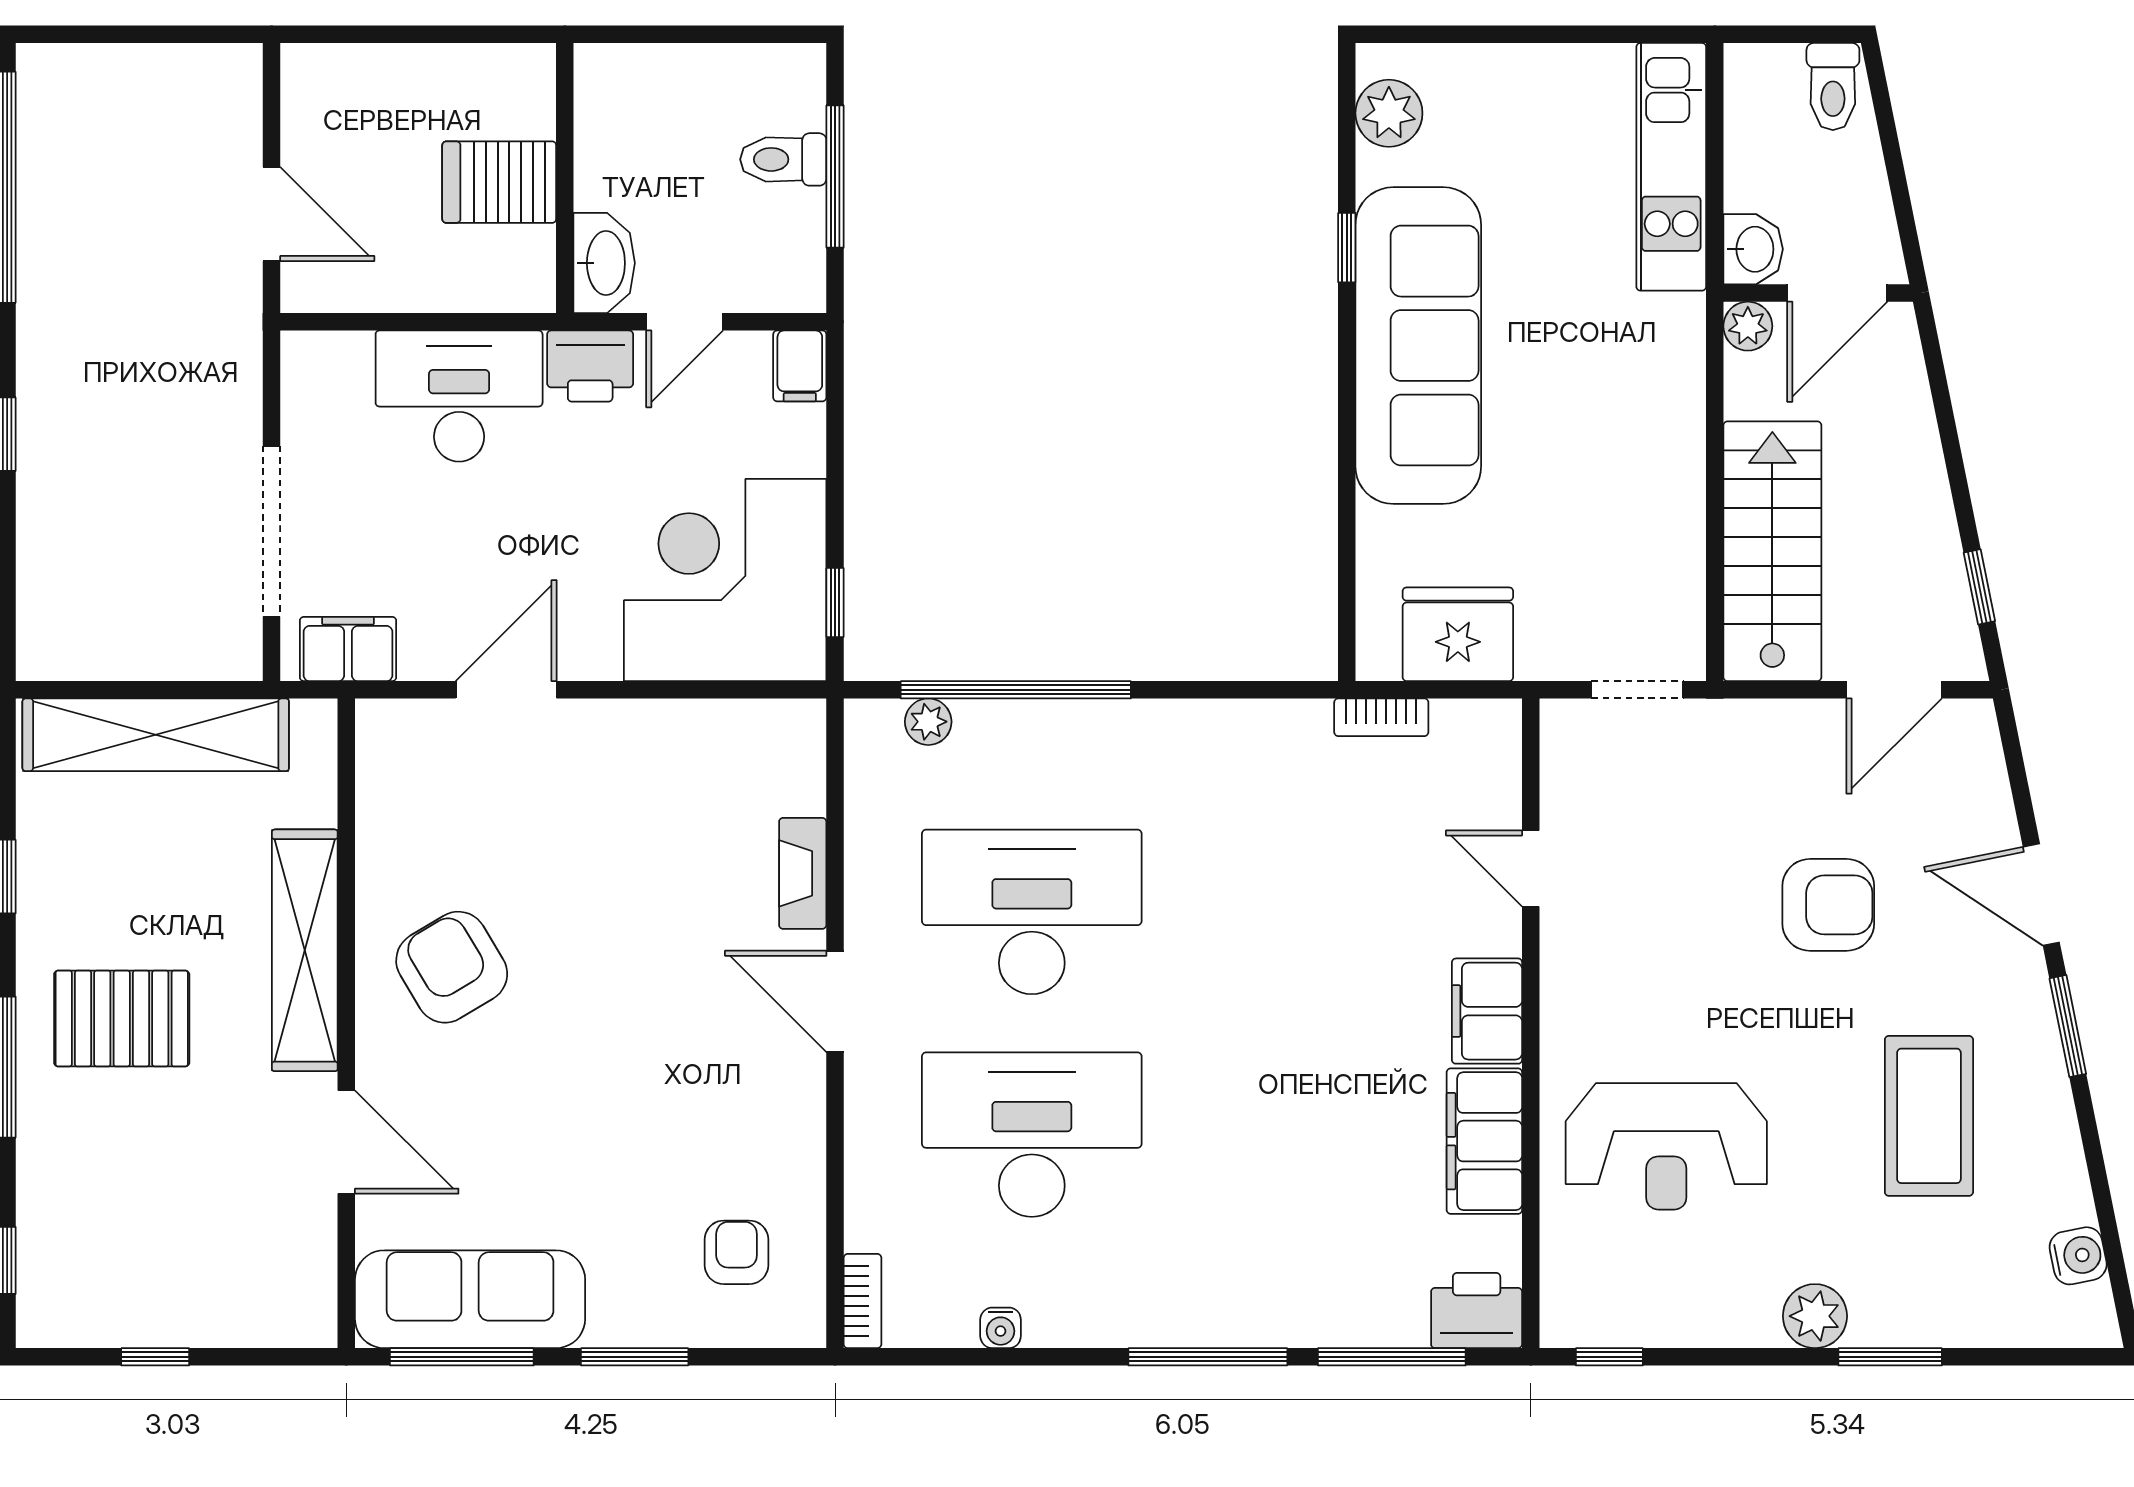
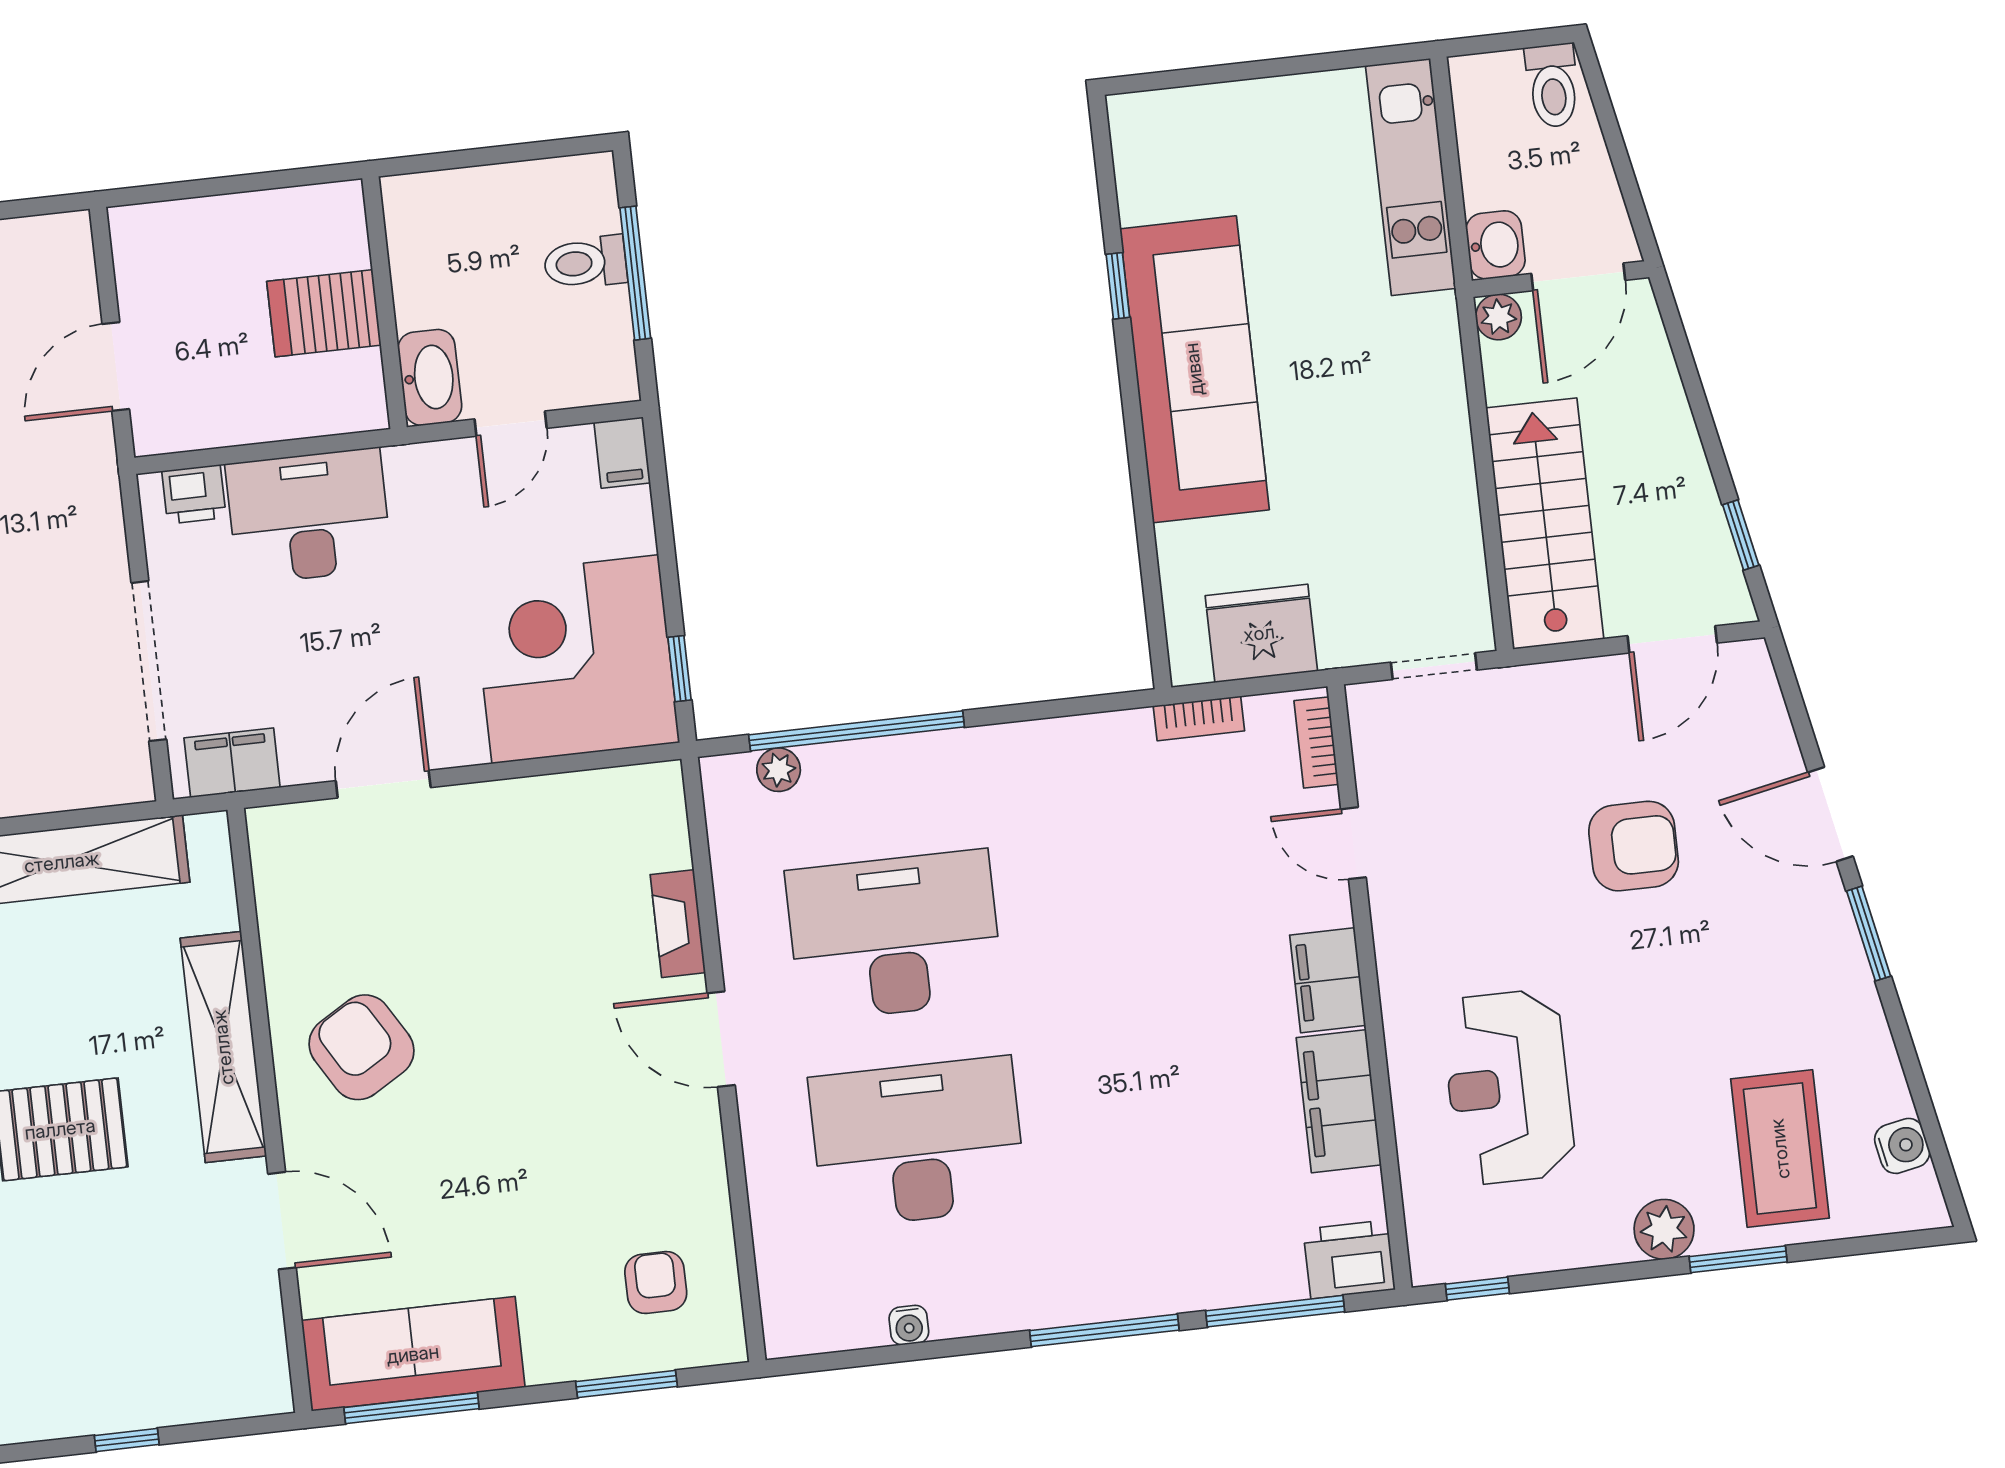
plant: (1389, 113) -> (1143, 157), removed
door: (272, 214) -> (116, 367), swing flipped
printer: (590, 366) -> (194, 494), moved, width x0.73, depth x0.81
coffee table: (1929, 1116) -> (1780, 1149), moved
reception desk: (1666, 1146) -> (1508, 1087), turned 90
bookcase: (863, 1301) -> (1316, 743), moved, turned 180
window: (635, 1357) -> (627, 1384), moved

